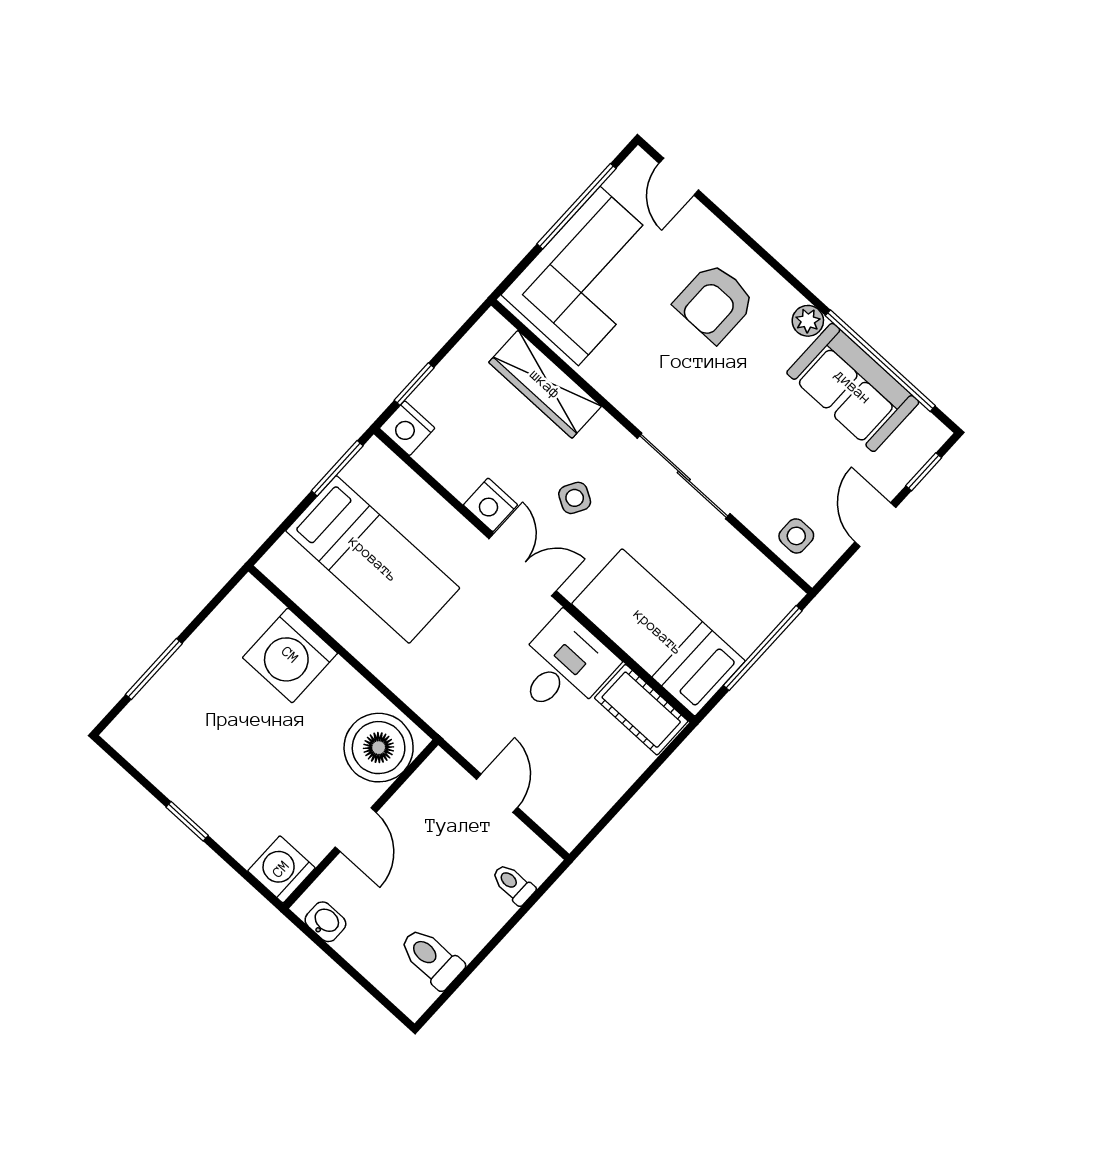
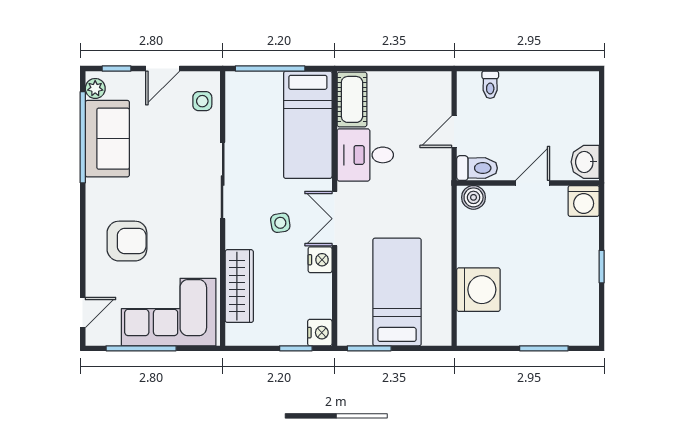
plant: (808, 321) -> (95, 88), moved
side table: (575, 498) -> (280, 223), turned -38
boiler: (379, 748) -> (474, 197), width x0.54, depth x0.54
washbasin: (325, 922) -> (585, 162), width x1.38, depth x1.45
toilet: (431, 958) -> (477, 168), moved, turned -90

